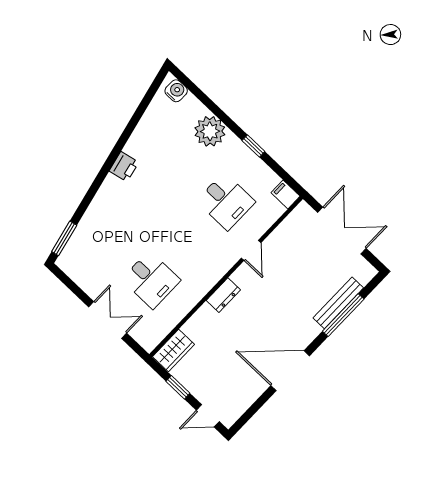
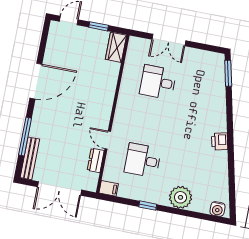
dresser: (223, 295) -> (96, 160), moved
bench: (338, 303) -> (30, 158), moved

